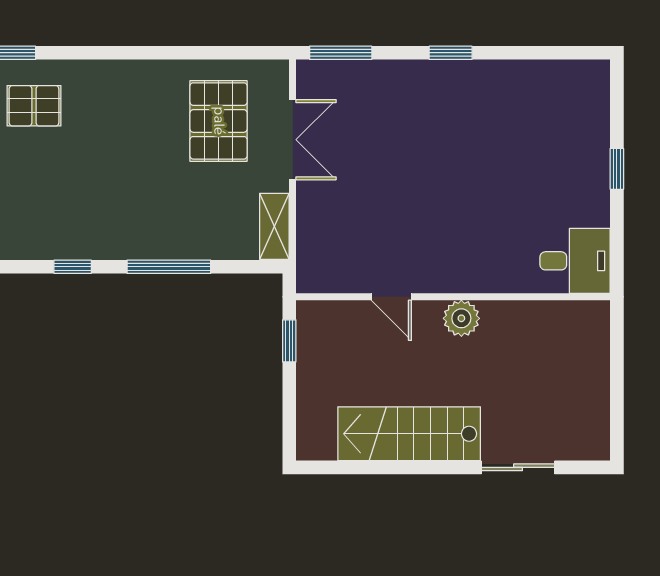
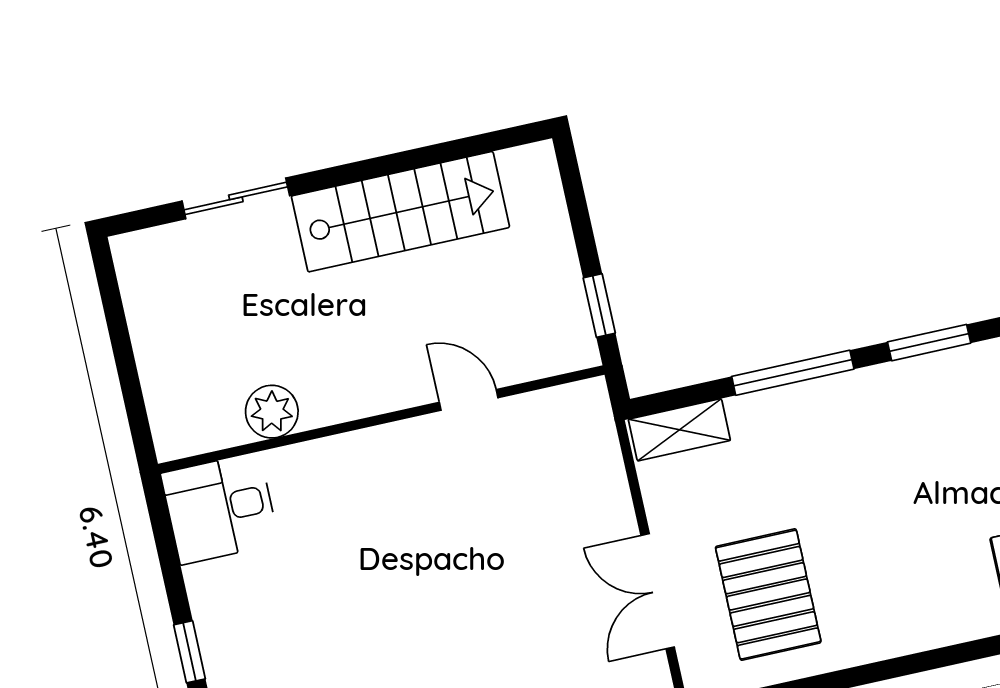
shelving: (274, 226) -> (679, 430), moved, turned 90
window: (73, 267) -> (929, 343), width x1.50
plant: (461, 318) -> (272, 412), moved

